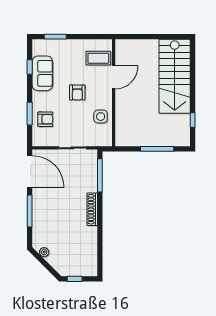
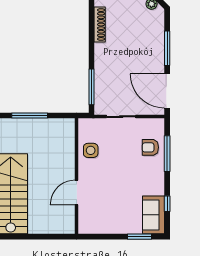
coffee table: (98, 58) -> (93, 213), removed
sofa: (42, 73) -> (154, 215), moved
armchair: (77, 93) -> (116, 176), removed
window: (30, 114) -> (167, 154), width x1.44
shoe rack: (92, 209) -> (100, 25), moved

